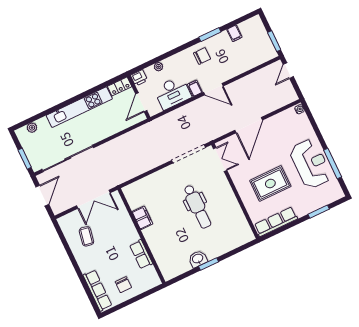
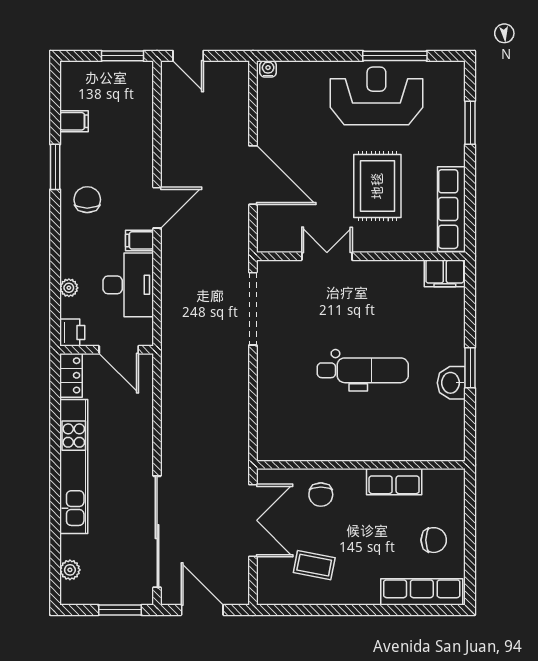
double door: (220, 159) -> (327, 256), moved
dental chair: (197, 207) -> (363, 370), moved
filing cabinet: (142, 218) -> (445, 273), moved, turned 180
chair: (120, 224) -> (321, 495), added

